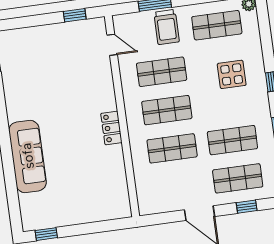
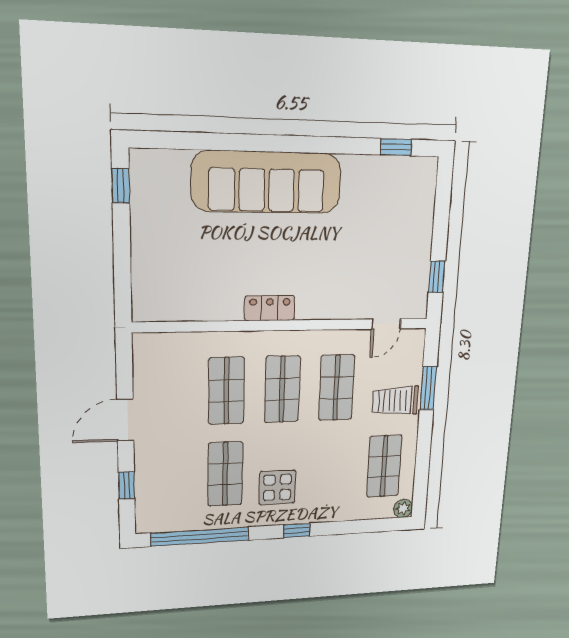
display table: (232, 74) -> (277, 487), moved
sofa: (28, 156) -> (267, 182), width x1.36, depth x1.27
shop shelf: (238, 178) -> (170, 477), removed

